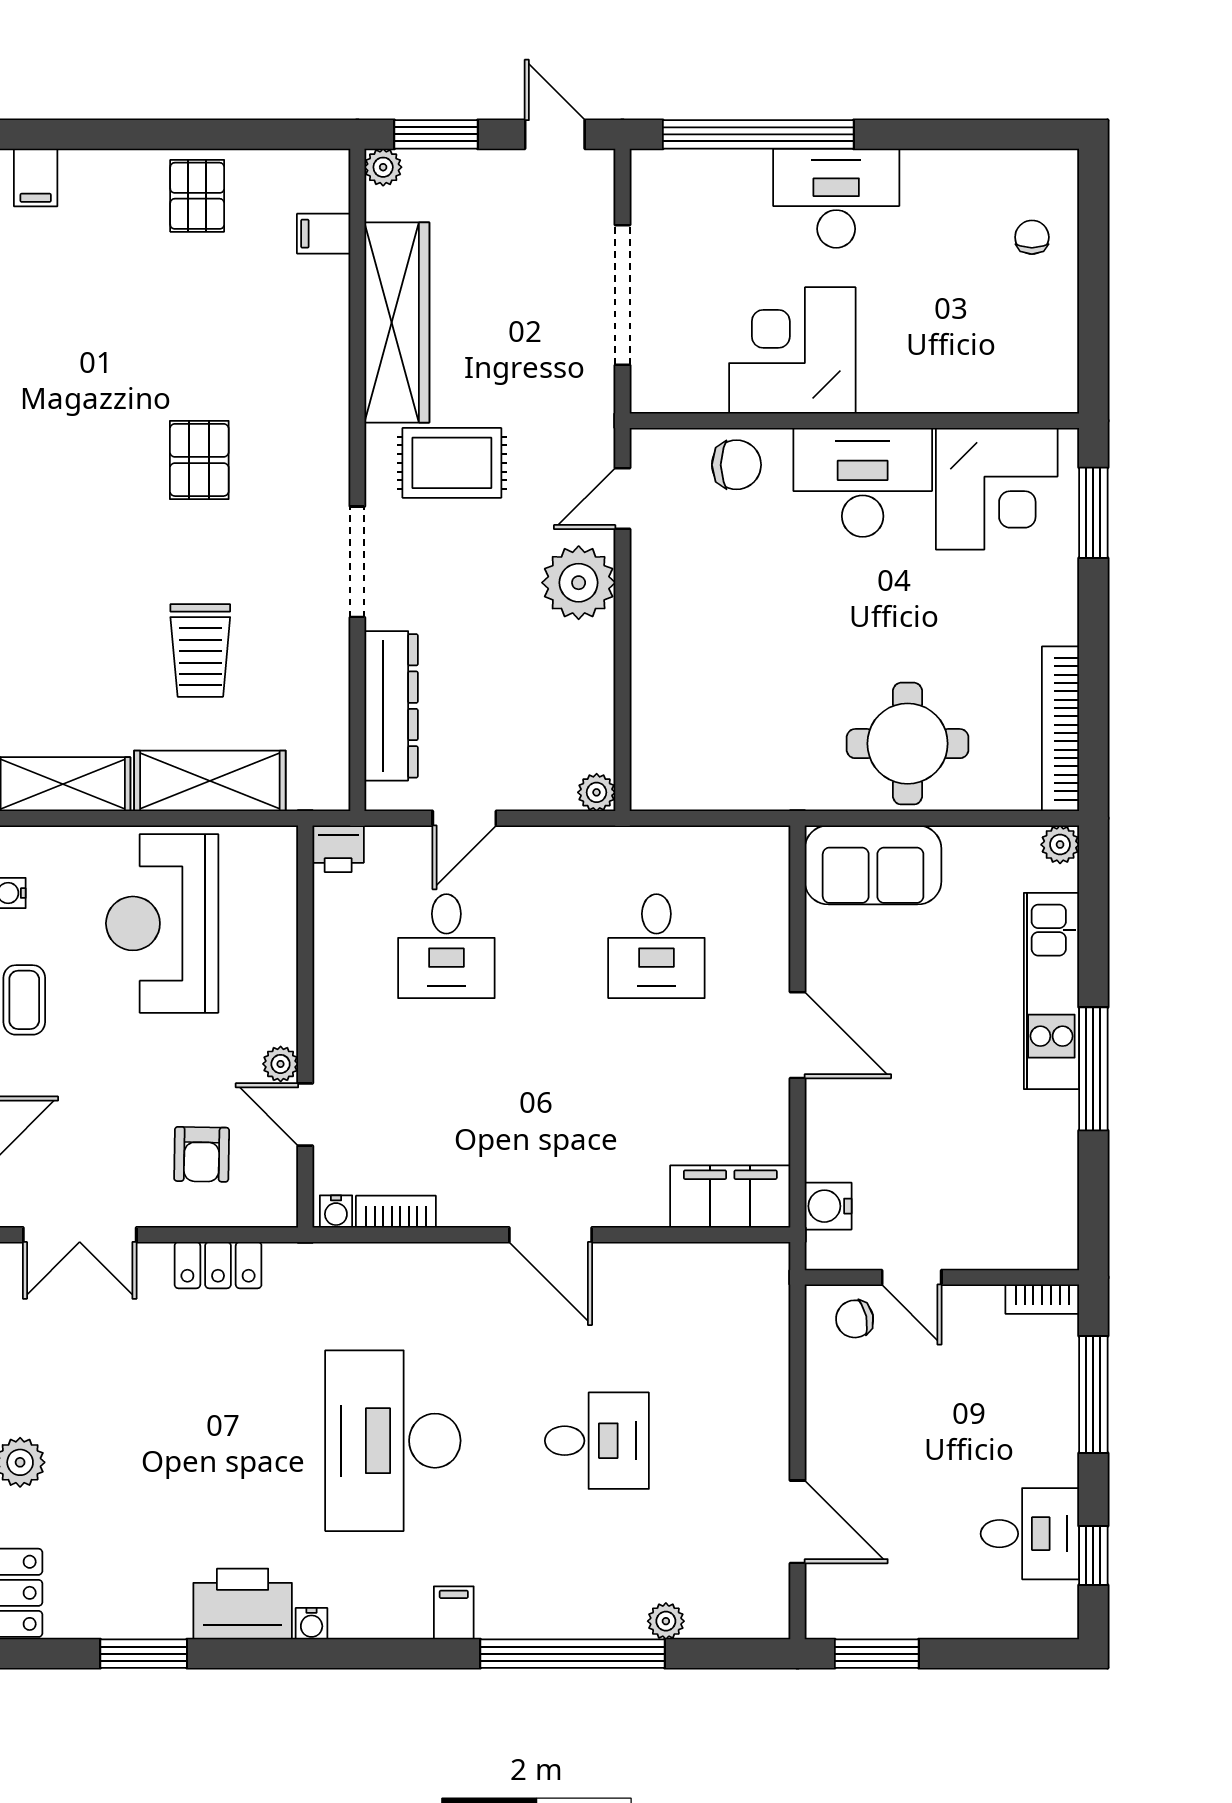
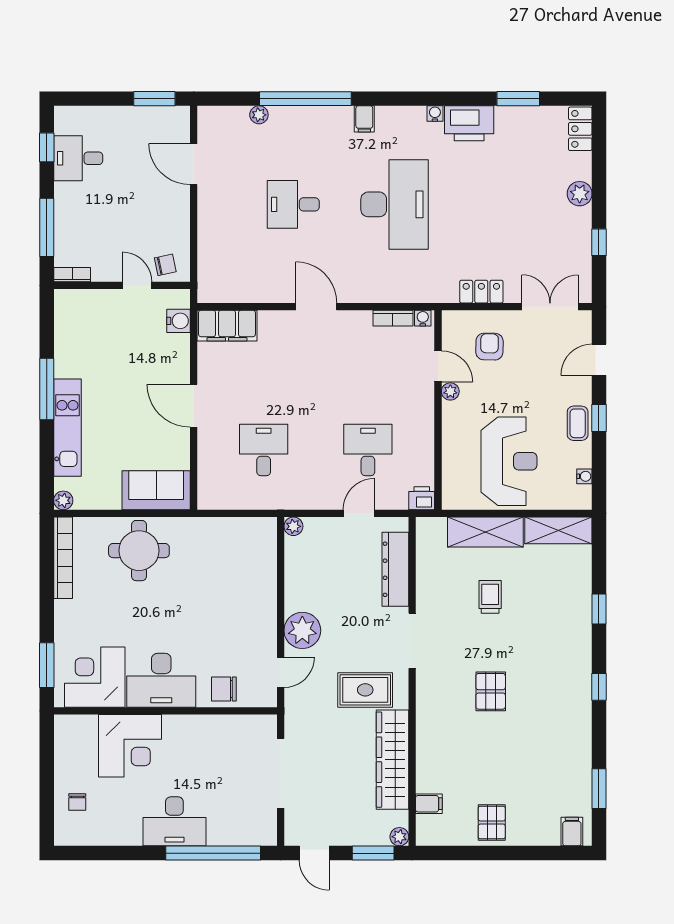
corner desk: (792, 350) -> (130, 746), moved
trolley: (200, 650) -> (490, 597), width x0.73, depth x0.72

